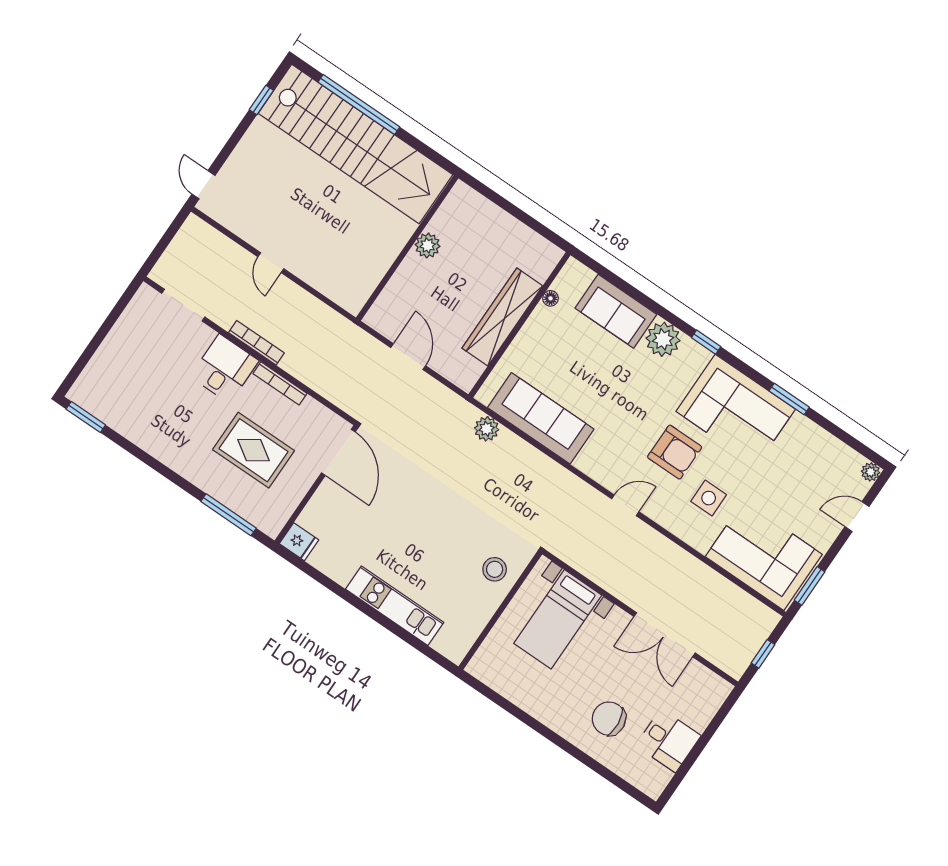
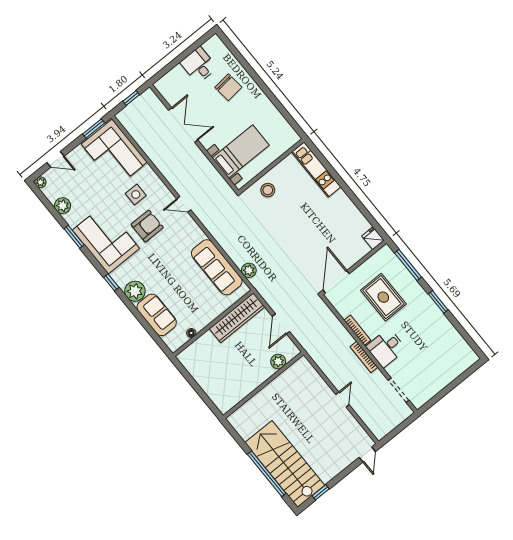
stairs: (355, 144) -> (285, 464), width x0.73
plant: (428, 245) -> (278, 361), moved
wardrobe: (502, 317) -> (237, 318), moved
window: (86, 417) -> (438, 302), moved
plant: (823, 444) -> (63, 206), added
armchair: (675, 452) -> (147, 226), turned 90
kitchen unit: (395, 606) -> (316, 169), moved

